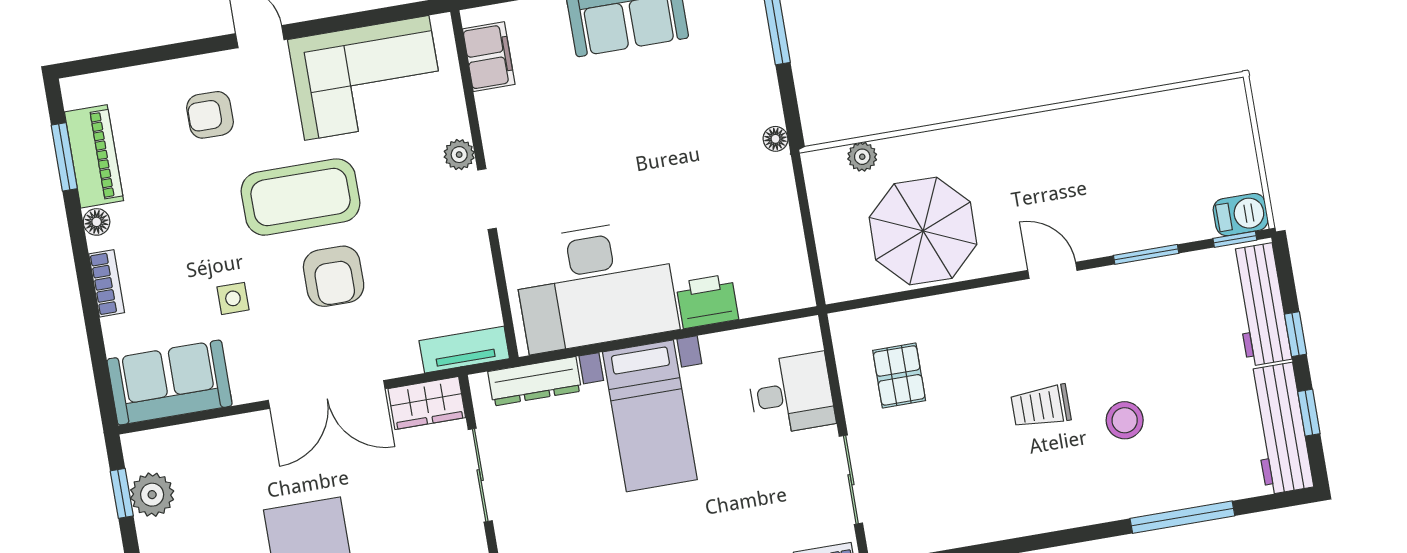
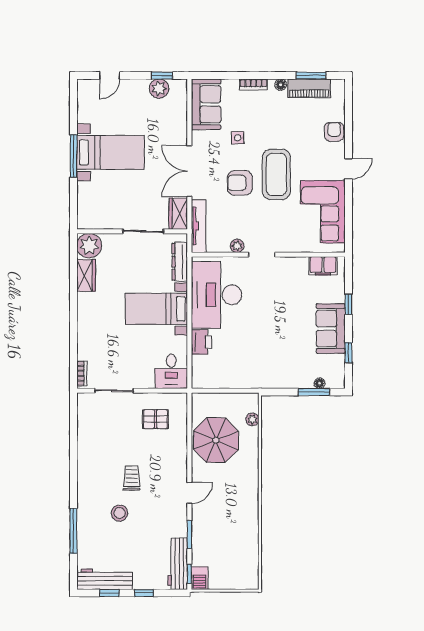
armchair: (210, 115) -> (334, 132), moved
floor lamp: (775, 139) -> (320, 383), moved
plant: (459, 155) -> (237, 246), moved
workbench: (1260, 305) -> (178, 564), moved, turned -90
tv unit: (464, 350) -> (199, 226), width x1.41
desk: (791, 394) -> (171, 371), moved

